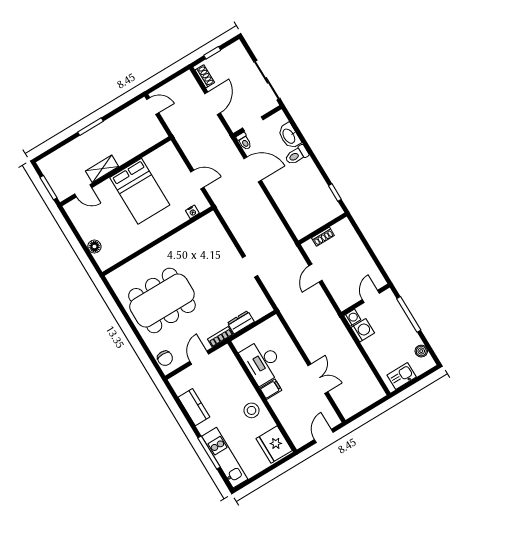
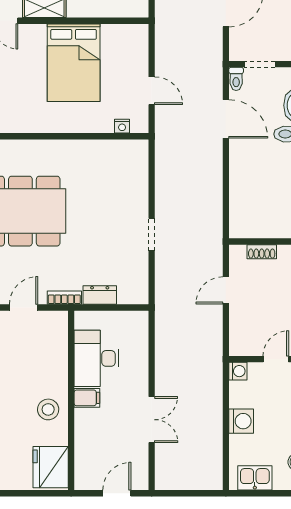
washing machine: (363, 330) -> (241, 421), moved

